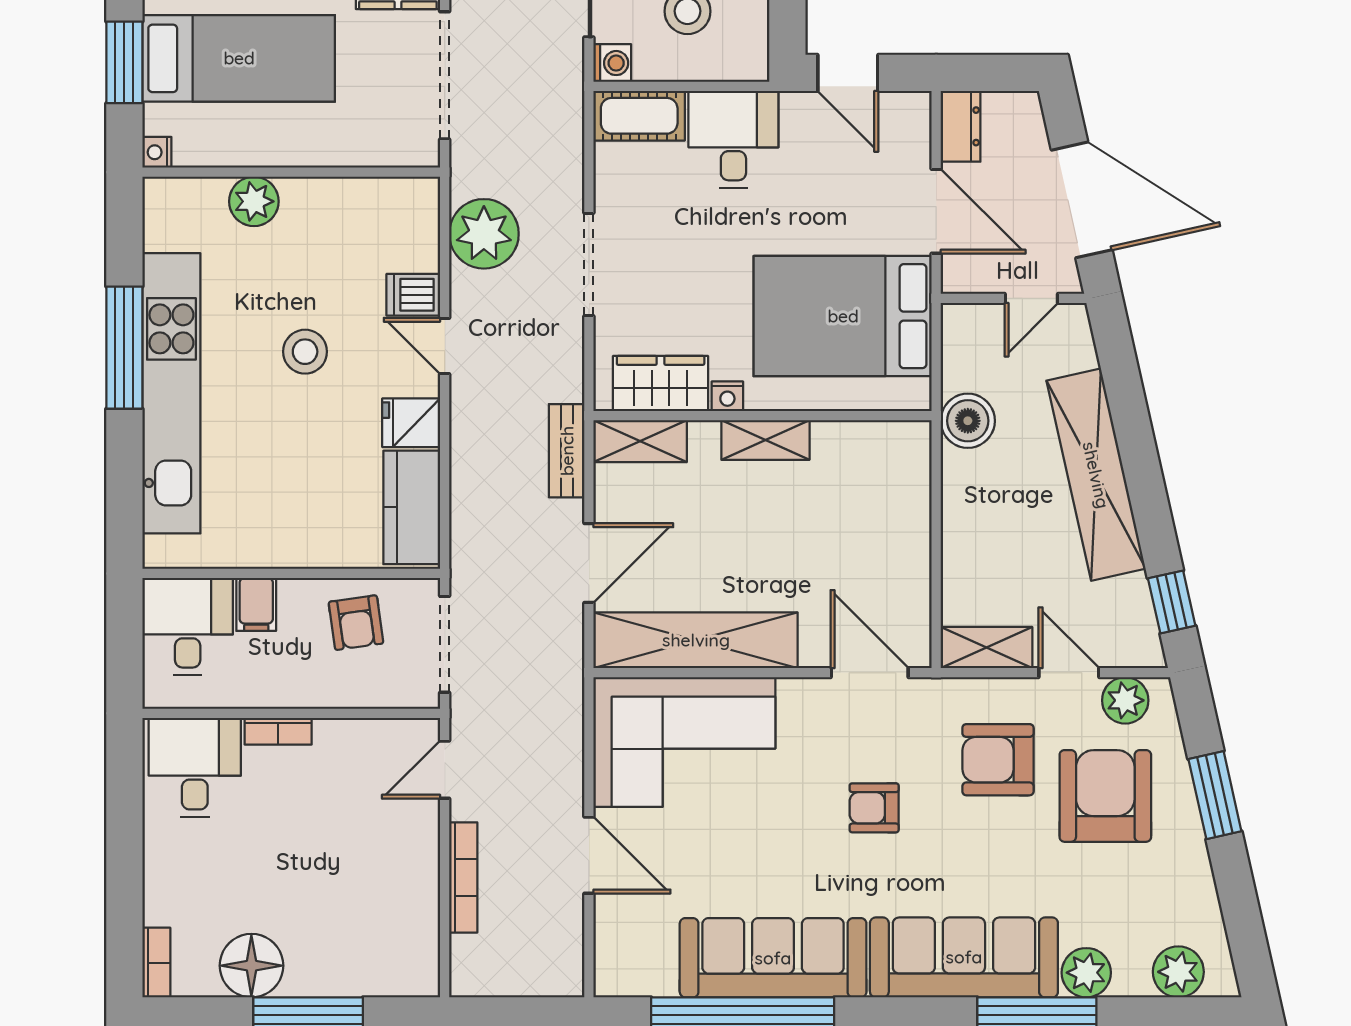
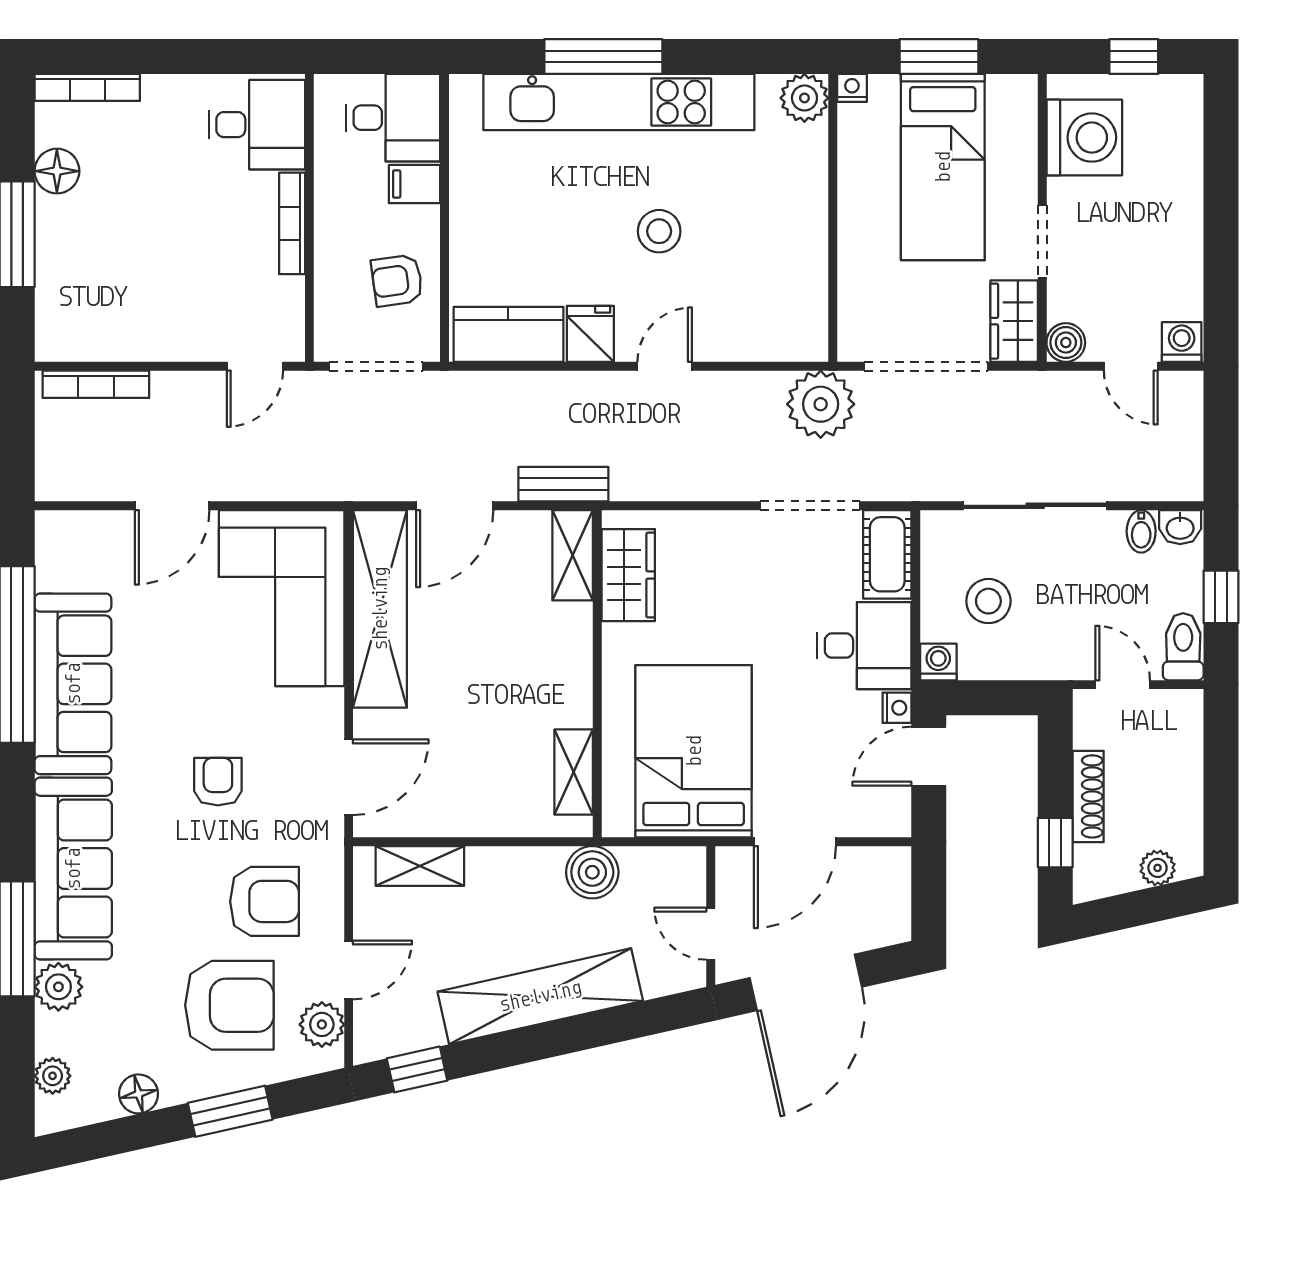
washing machine: (612, 63) -> (938, 662), moved, turned 180
dresser: (961, 126) -> (877, 865), removed
plant: (254, 201) -> (804, 98), moved
plant: (484, 234) -> (821, 404), moved
doorway: (589, 264) -> (810, 506), moved
dishwasher: (413, 295) -> (714, 336), removed
window: (124, 348) -> (603, 57), moved
nightstand: (727, 396) -> (897, 708), moved, turned 180
shelving: (765, 440) -> (574, 772), moved
door: (589, 563) -> (455, 506), hinge flipped
shelving: (986, 648) -> (420, 866), moved, turned 90
bookcase: (278, 731) -> (292, 223), width x1.56
armchair: (998, 760) -> (264, 901), turned 90
door: (445, 770) -> (255, 366), swing flipped
bookcase: (463, 877) -> (96, 384), moved
floor lamp: (1197, 890) -> (139, 1094), added
bookcase: (156, 963) -> (87, 87), width x1.56
floor lamp: (251, 966) -> (57, 171), width x0.73, depth x0.73
plant: (1178, 972) -> (53, 1076), width x0.73, depth x0.73

